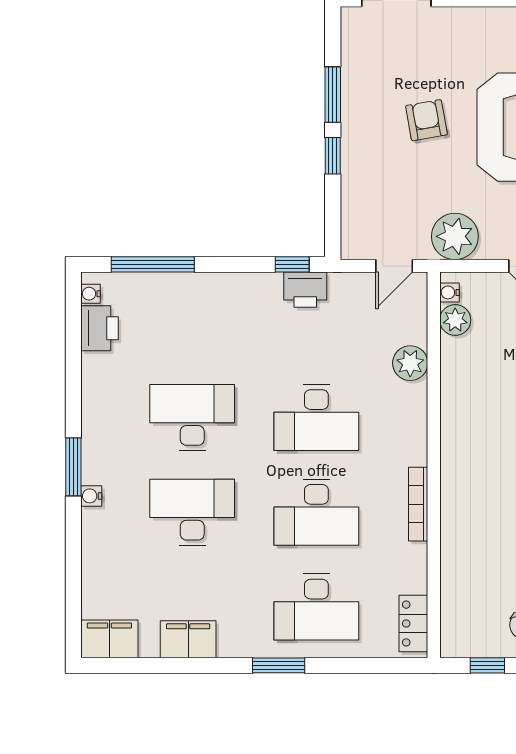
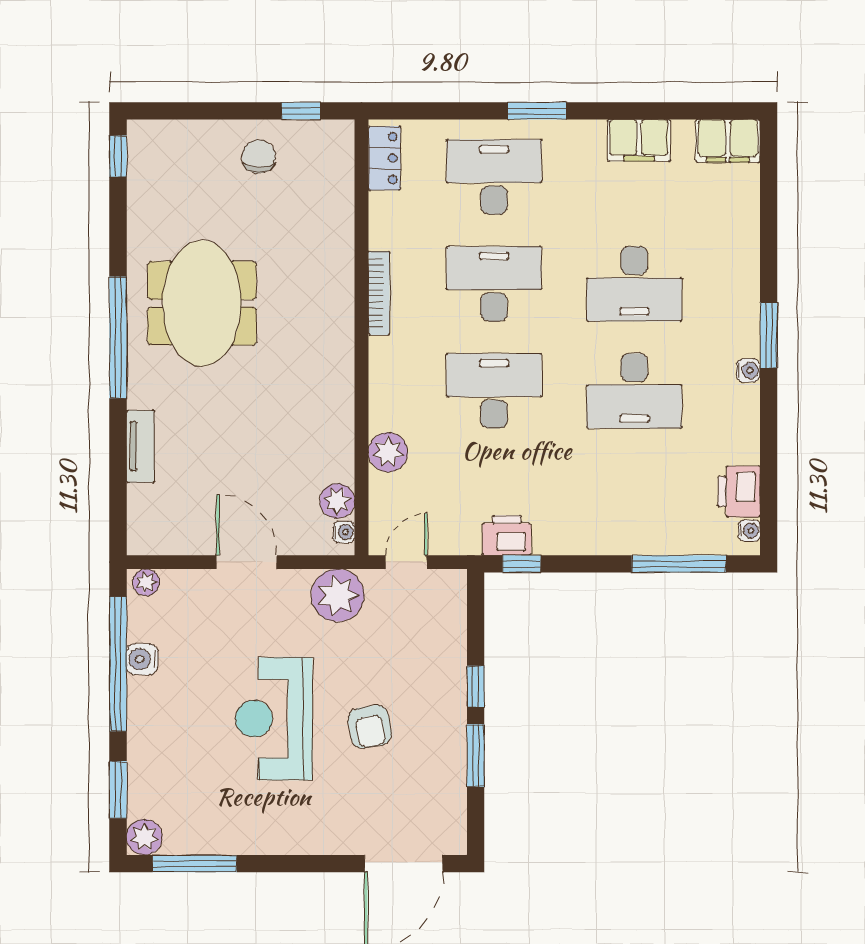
water cooler: (91, 496) -> (748, 370), moved

